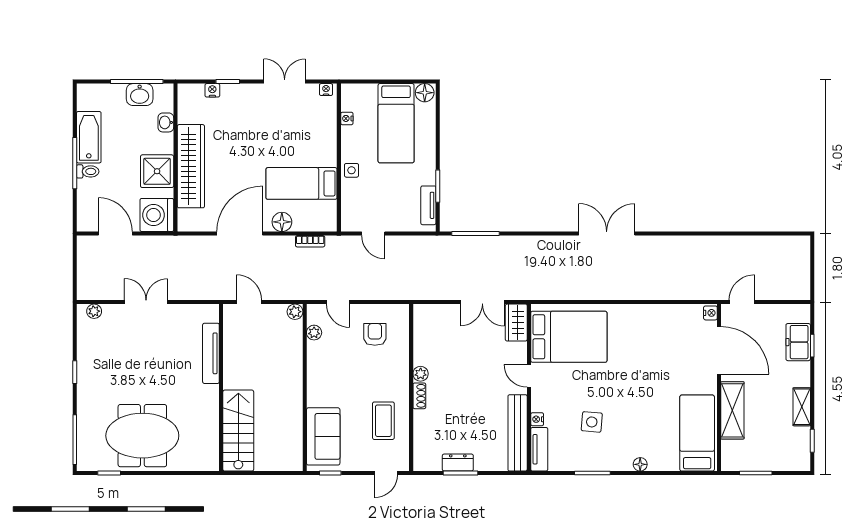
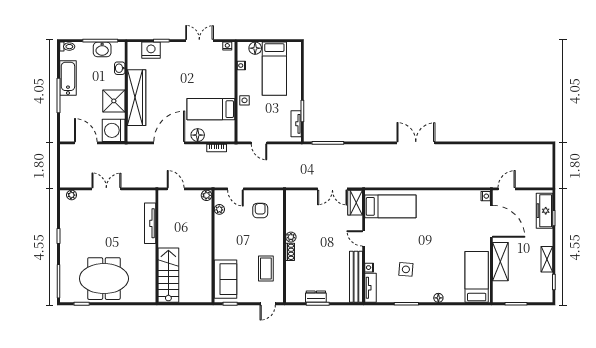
nightstand: (212, 90) -> (151, 50), width x1.89, depth x1.79
floor lamp: (425, 93) -> (255, 48), moved
toilet: (88, 171) -> (67, 47), moved
bed: (569, 337) -> (390, 206), width x0.67
freezer: (798, 342) -> (545, 211), width x1.40

